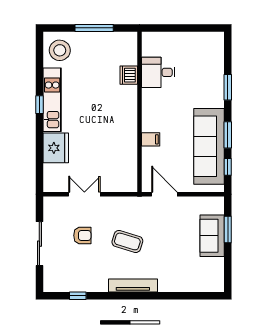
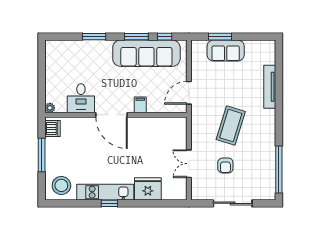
plant: (147, 37) -> (50, 108), added
dishwasher: (129, 75) -> (52, 128), moved, turned -90
door: (140, 107) -> (112, 115), added
armchair: (82, 235) -> (225, 166), turned 180
coffee table: (127, 241) -> (231, 126), width x1.36, depth x1.32
tv unit: (133, 286) -> (270, 87), moved
window: (78, 296) -> (279, 170), width x3.17

